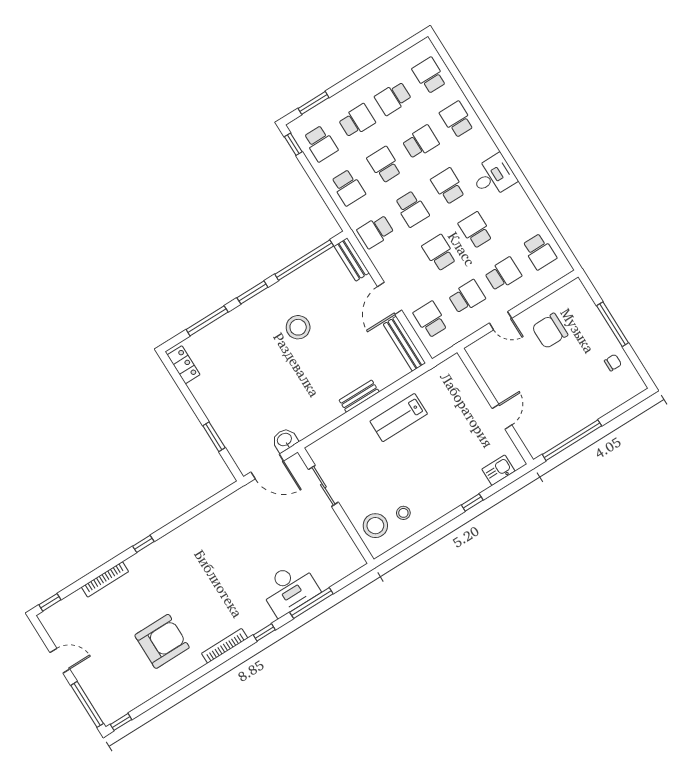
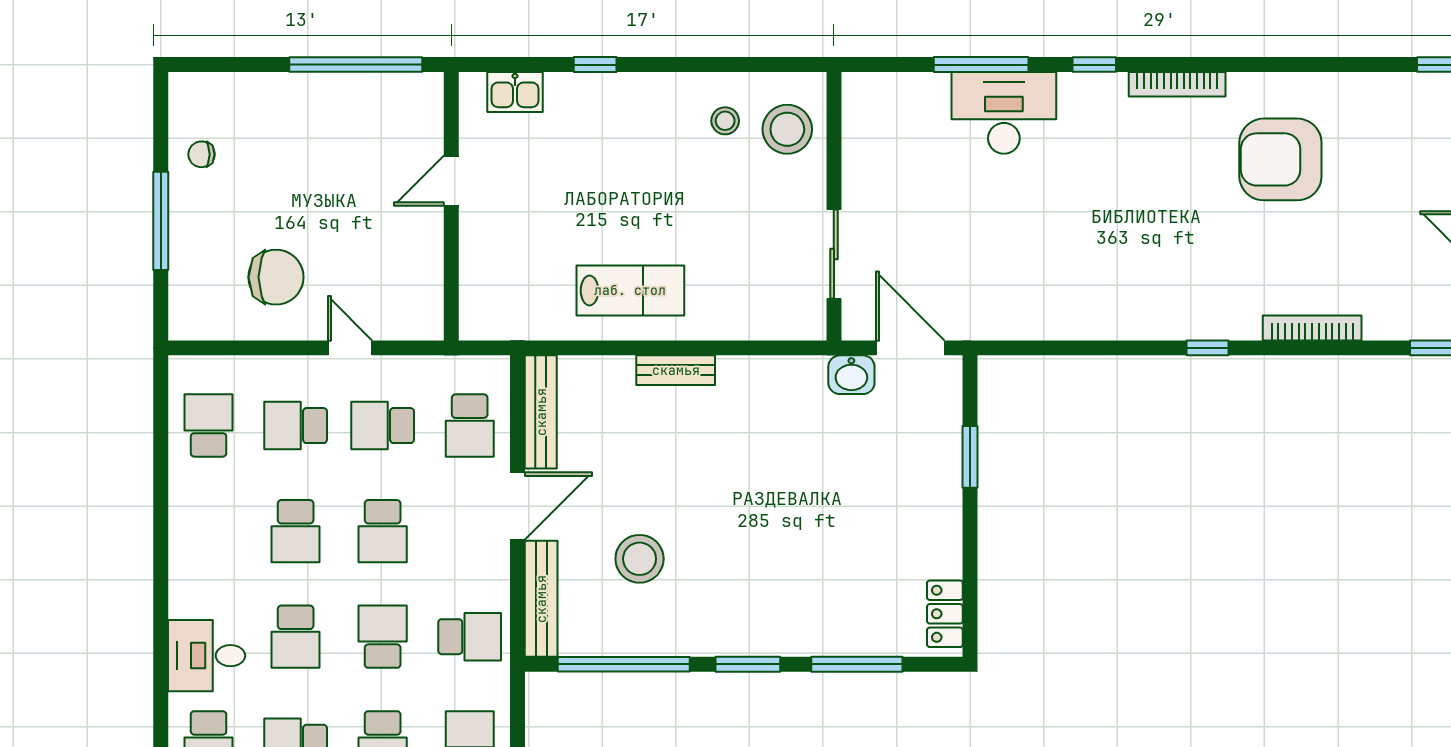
desk: (493, 176) -> (207, 656), moved
bench: (352, 259) -> (541, 599), width x1.36
stool: (298, 327) -> (640, 559), moved

